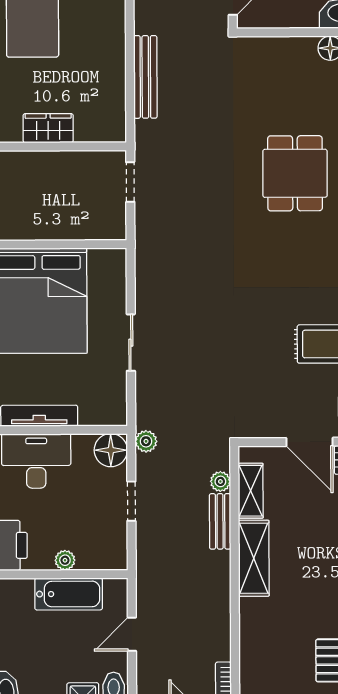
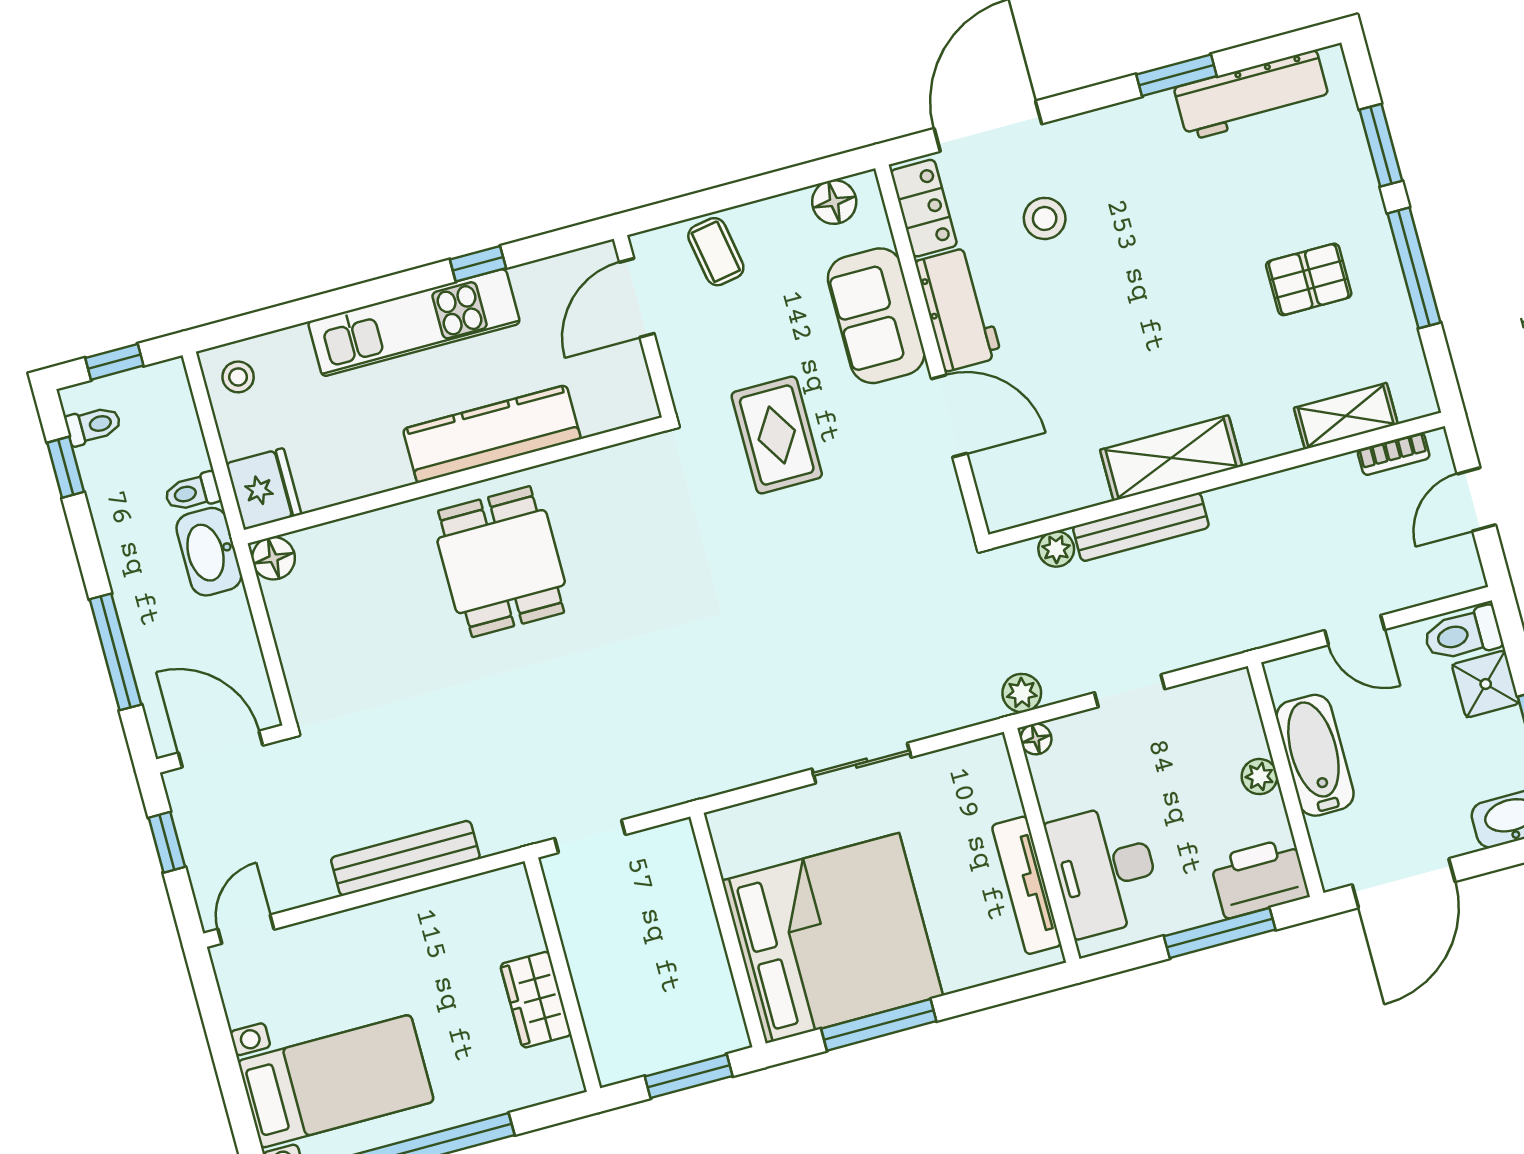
dining table: (295, 173) -> (501, 562), turned 90
door: (310, 442) -> (949, 416), hinge flipped
floor lamp: (111, 450) -> (1036, 739), width x0.53, depth x0.53
shelving: (251, 491) -> (1346, 416), moved
bench: (220, 521) -> (1141, 527), width x1.36

